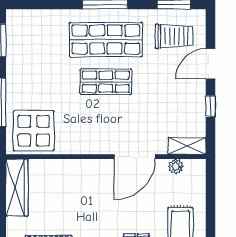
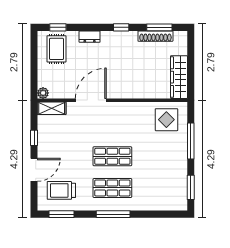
shop shelf: (106, 39) -> (112, 188), width x0.70, depth x0.74
display table: (34, 131) -> (166, 120), width x0.73, depth x0.73
plant: (176, 166) -> (43, 93), moved

